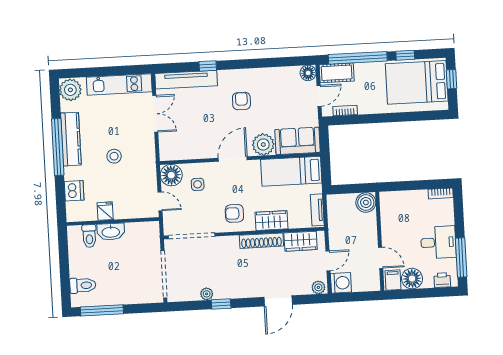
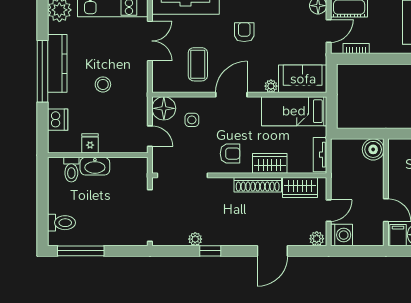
coffee table: (200, 133) -> (198, 64), added
plant: (263, 144) -> (271, 86), width x0.53, depth x0.53
armchair: (234, 213) -> (230, 154), turned 180

